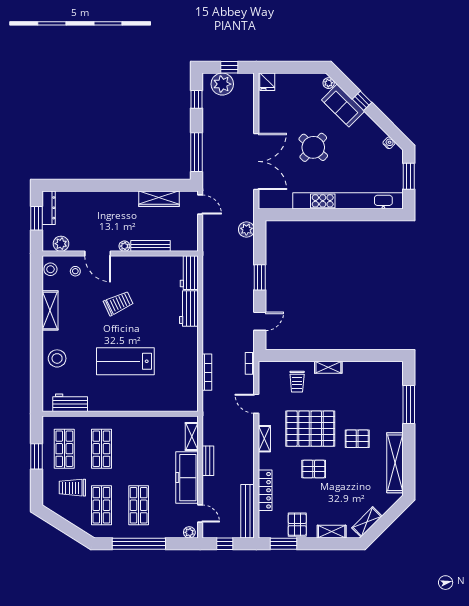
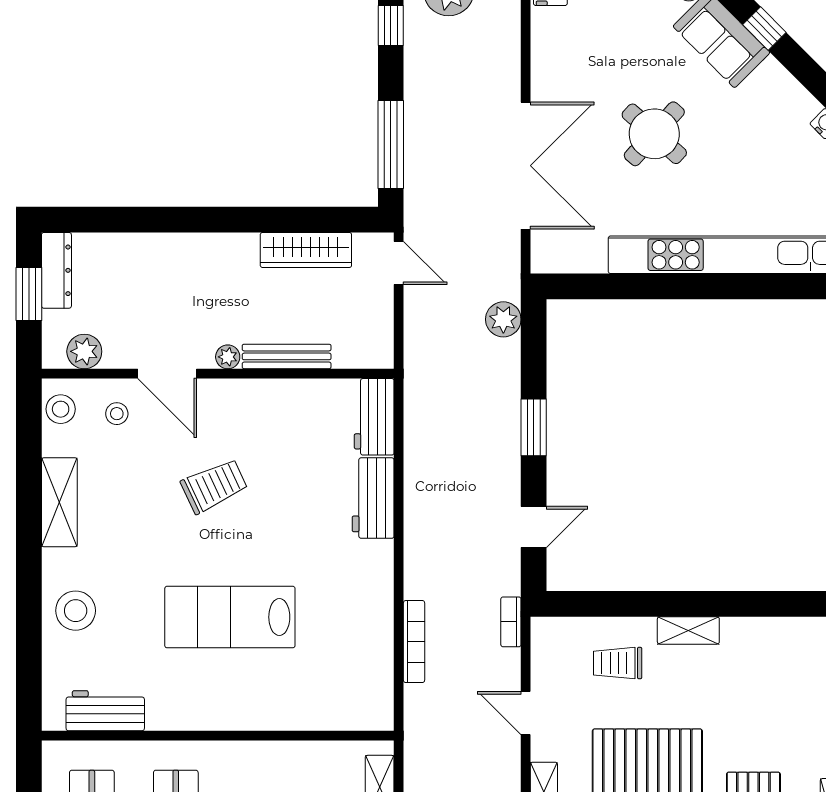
trolley: (297, 382) -> (618, 663), turned 90

